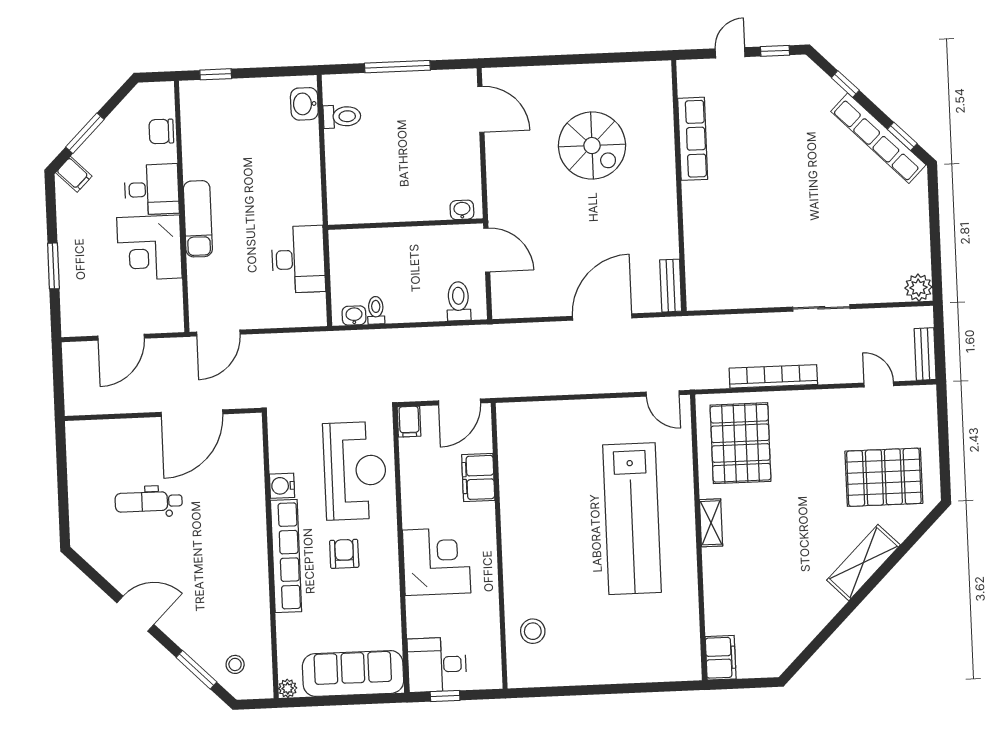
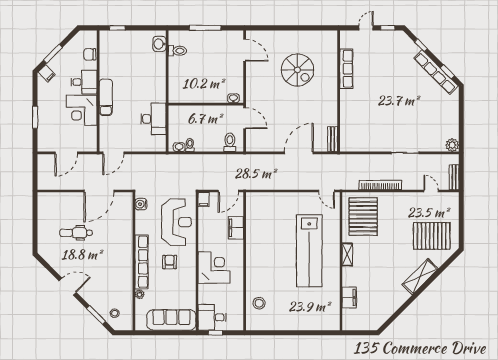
water cooler: (282, 486) -> (141, 204), moved
filing cabinet: (721, 658) -> (349, 297), moved
plant: (288, 688) -> (140, 294), moved

